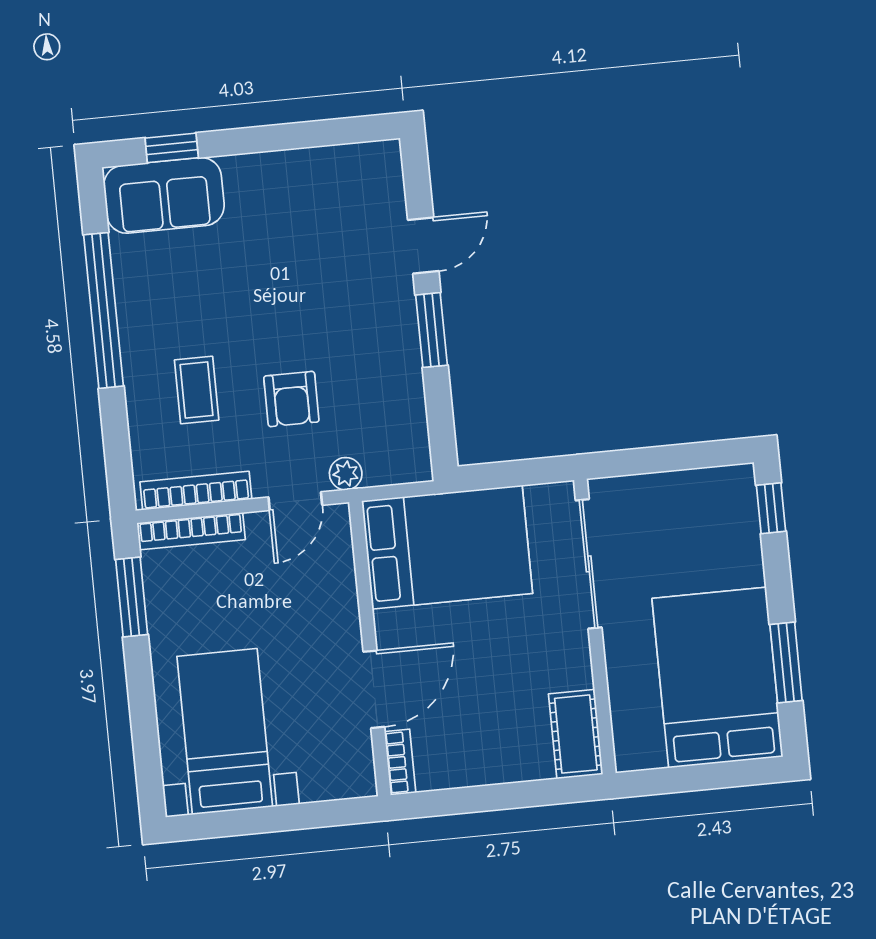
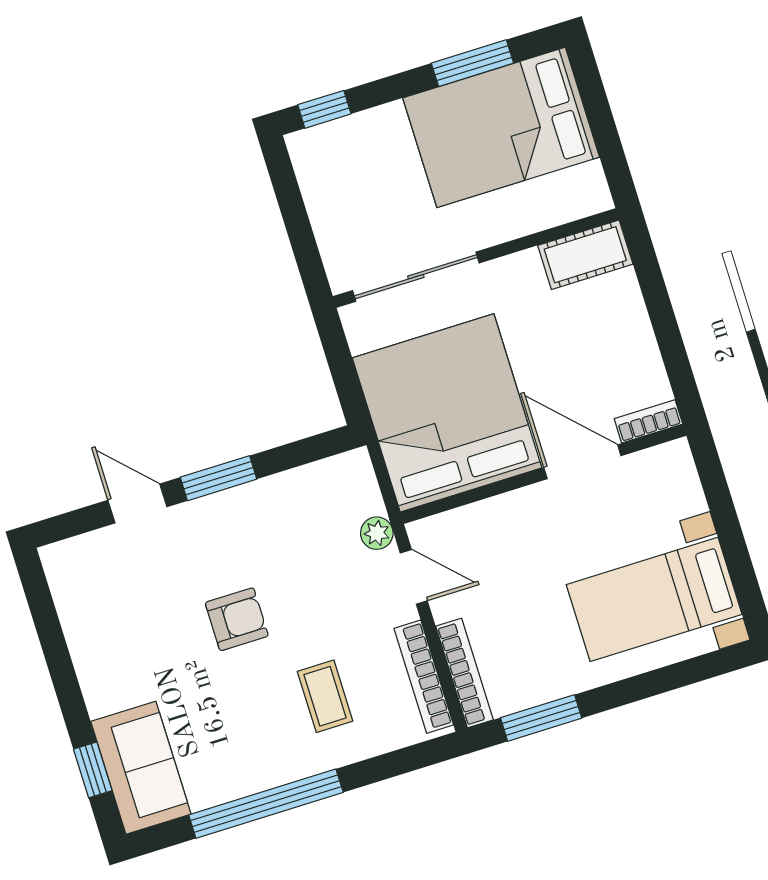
coffee table: (197, 390) -> (325, 696), turned 90
armchair: (291, 399) -> (237, 619), moved
bed: (447, 547) -> (447, 413), width x1.36

